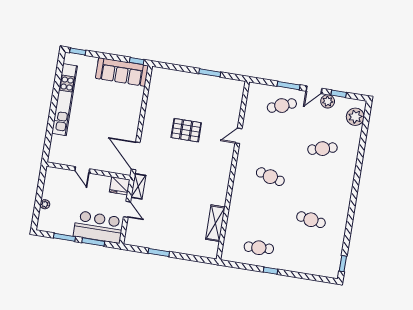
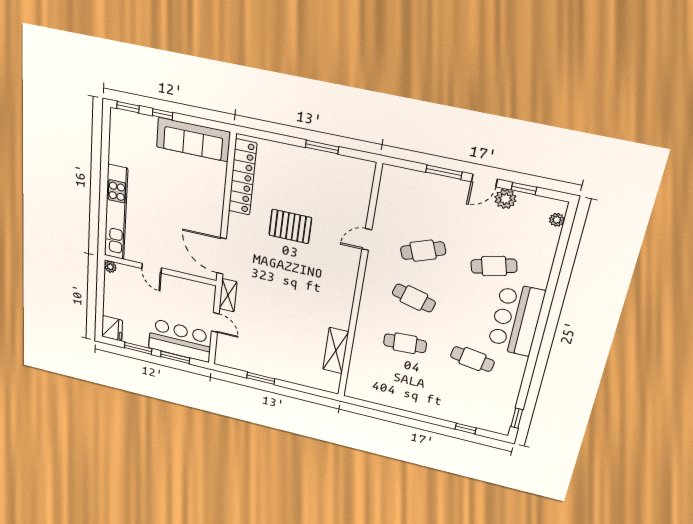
window: (137, 61) -> (163, 114), moved
locker: (155, 97) -> (243, 177), added
kitchen unit: (64, 100) -> (116, 213), moved
cafe table: (282, 106) -> (423, 251), moved
plant: (355, 117) -> (557, 220), width x0.53, depth x0.53
fridge: (120, 186) -> (112, 328), moved, turned -90
bar counter: (339, 186) -> (516, 319), added
plant: (45, 204) -> (110, 267), moved
cafe table: (259, 248) -> (405, 343), moved
window: (270, 271) -> (466, 429), moved

